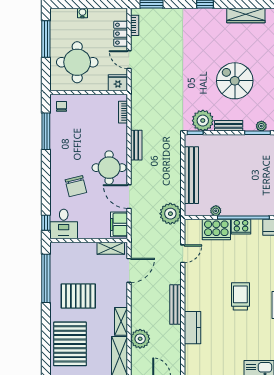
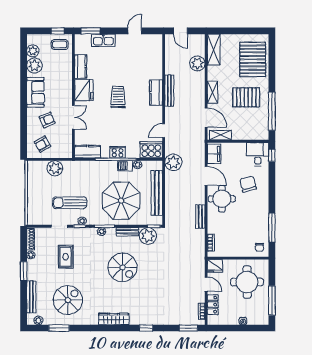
parasol: (237, 165) -> (121, 201), added
barbecue: (231, 209) -> (125, 166), added
cooker: (216, 230) -> (151, 150), moved
door: (129, 270) -> (206, 118), swing flipped
trolley: (240, 296) -> (118, 97), turned 180
shelving: (121, 321) -> (212, 92), moved
kitchen counter: (192, 328) -> (156, 92), moved

